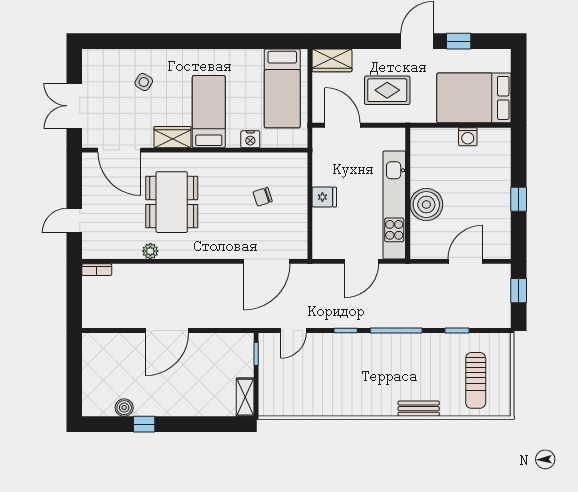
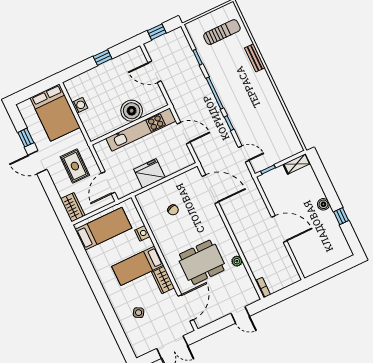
fridge: (324, 197) -> (149, 173), width x1.88, depth x1.34
boiler: (124, 408) -> (323, 204), moved

